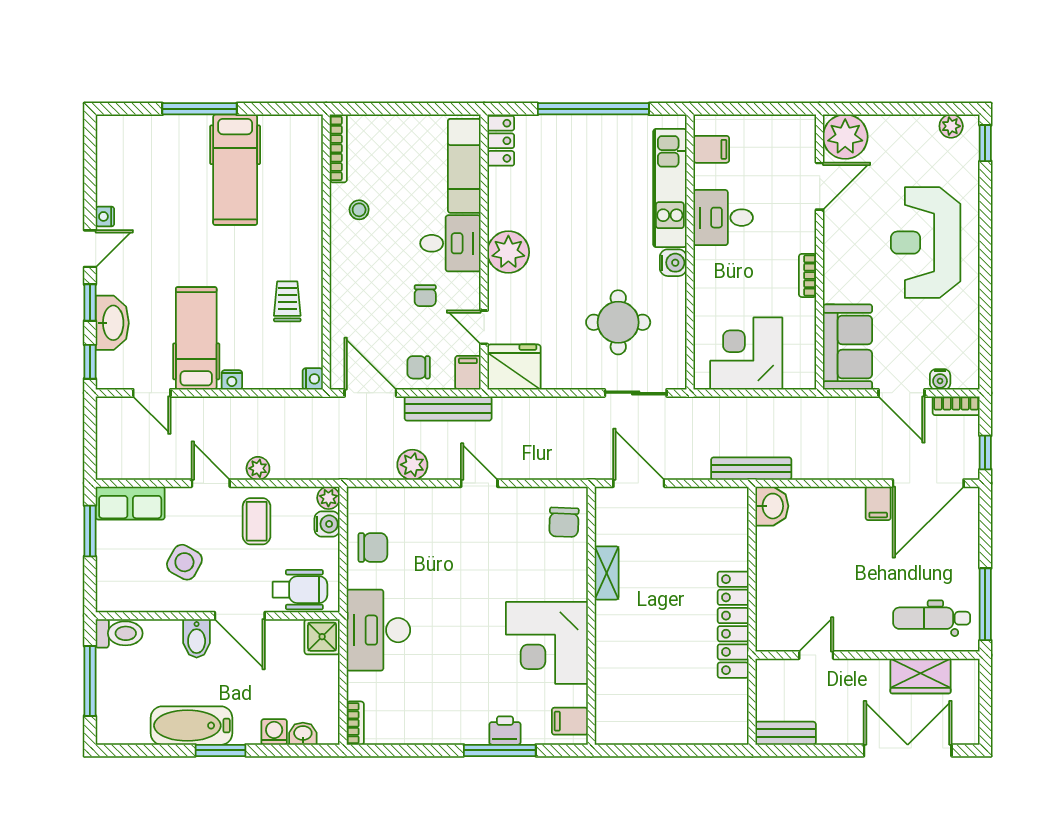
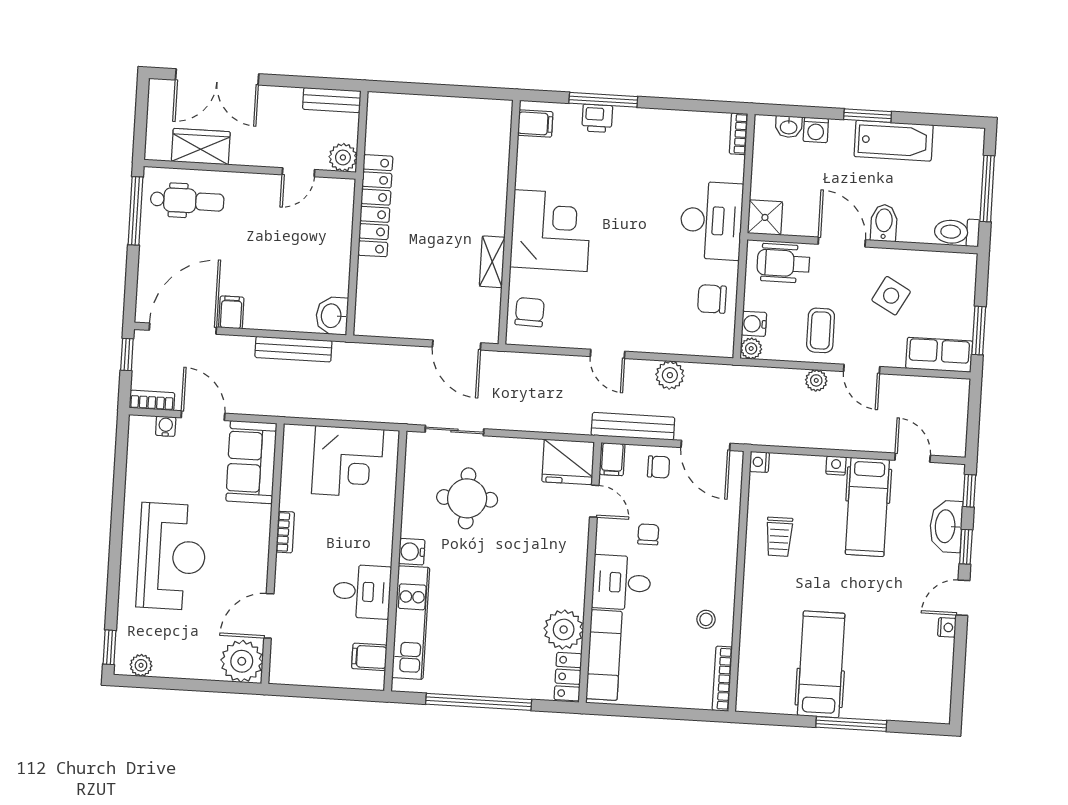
plant: (508, 252) -> (564, 629), moved
bench: (751, 469) -> (293, 349), moved
corner desk: (547, 643) -> (551, 231), moved
plant: (770, 673) -> (343, 157), added

